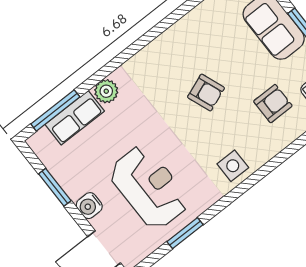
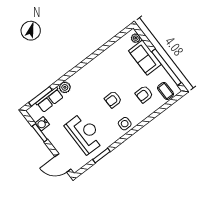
armchair: (206, 93) -> (113, 100), moved, turned 111
armchair: (273, 104) -> (144, 94), turned 180
water cooler: (89, 206) -> (42, 124), moved

